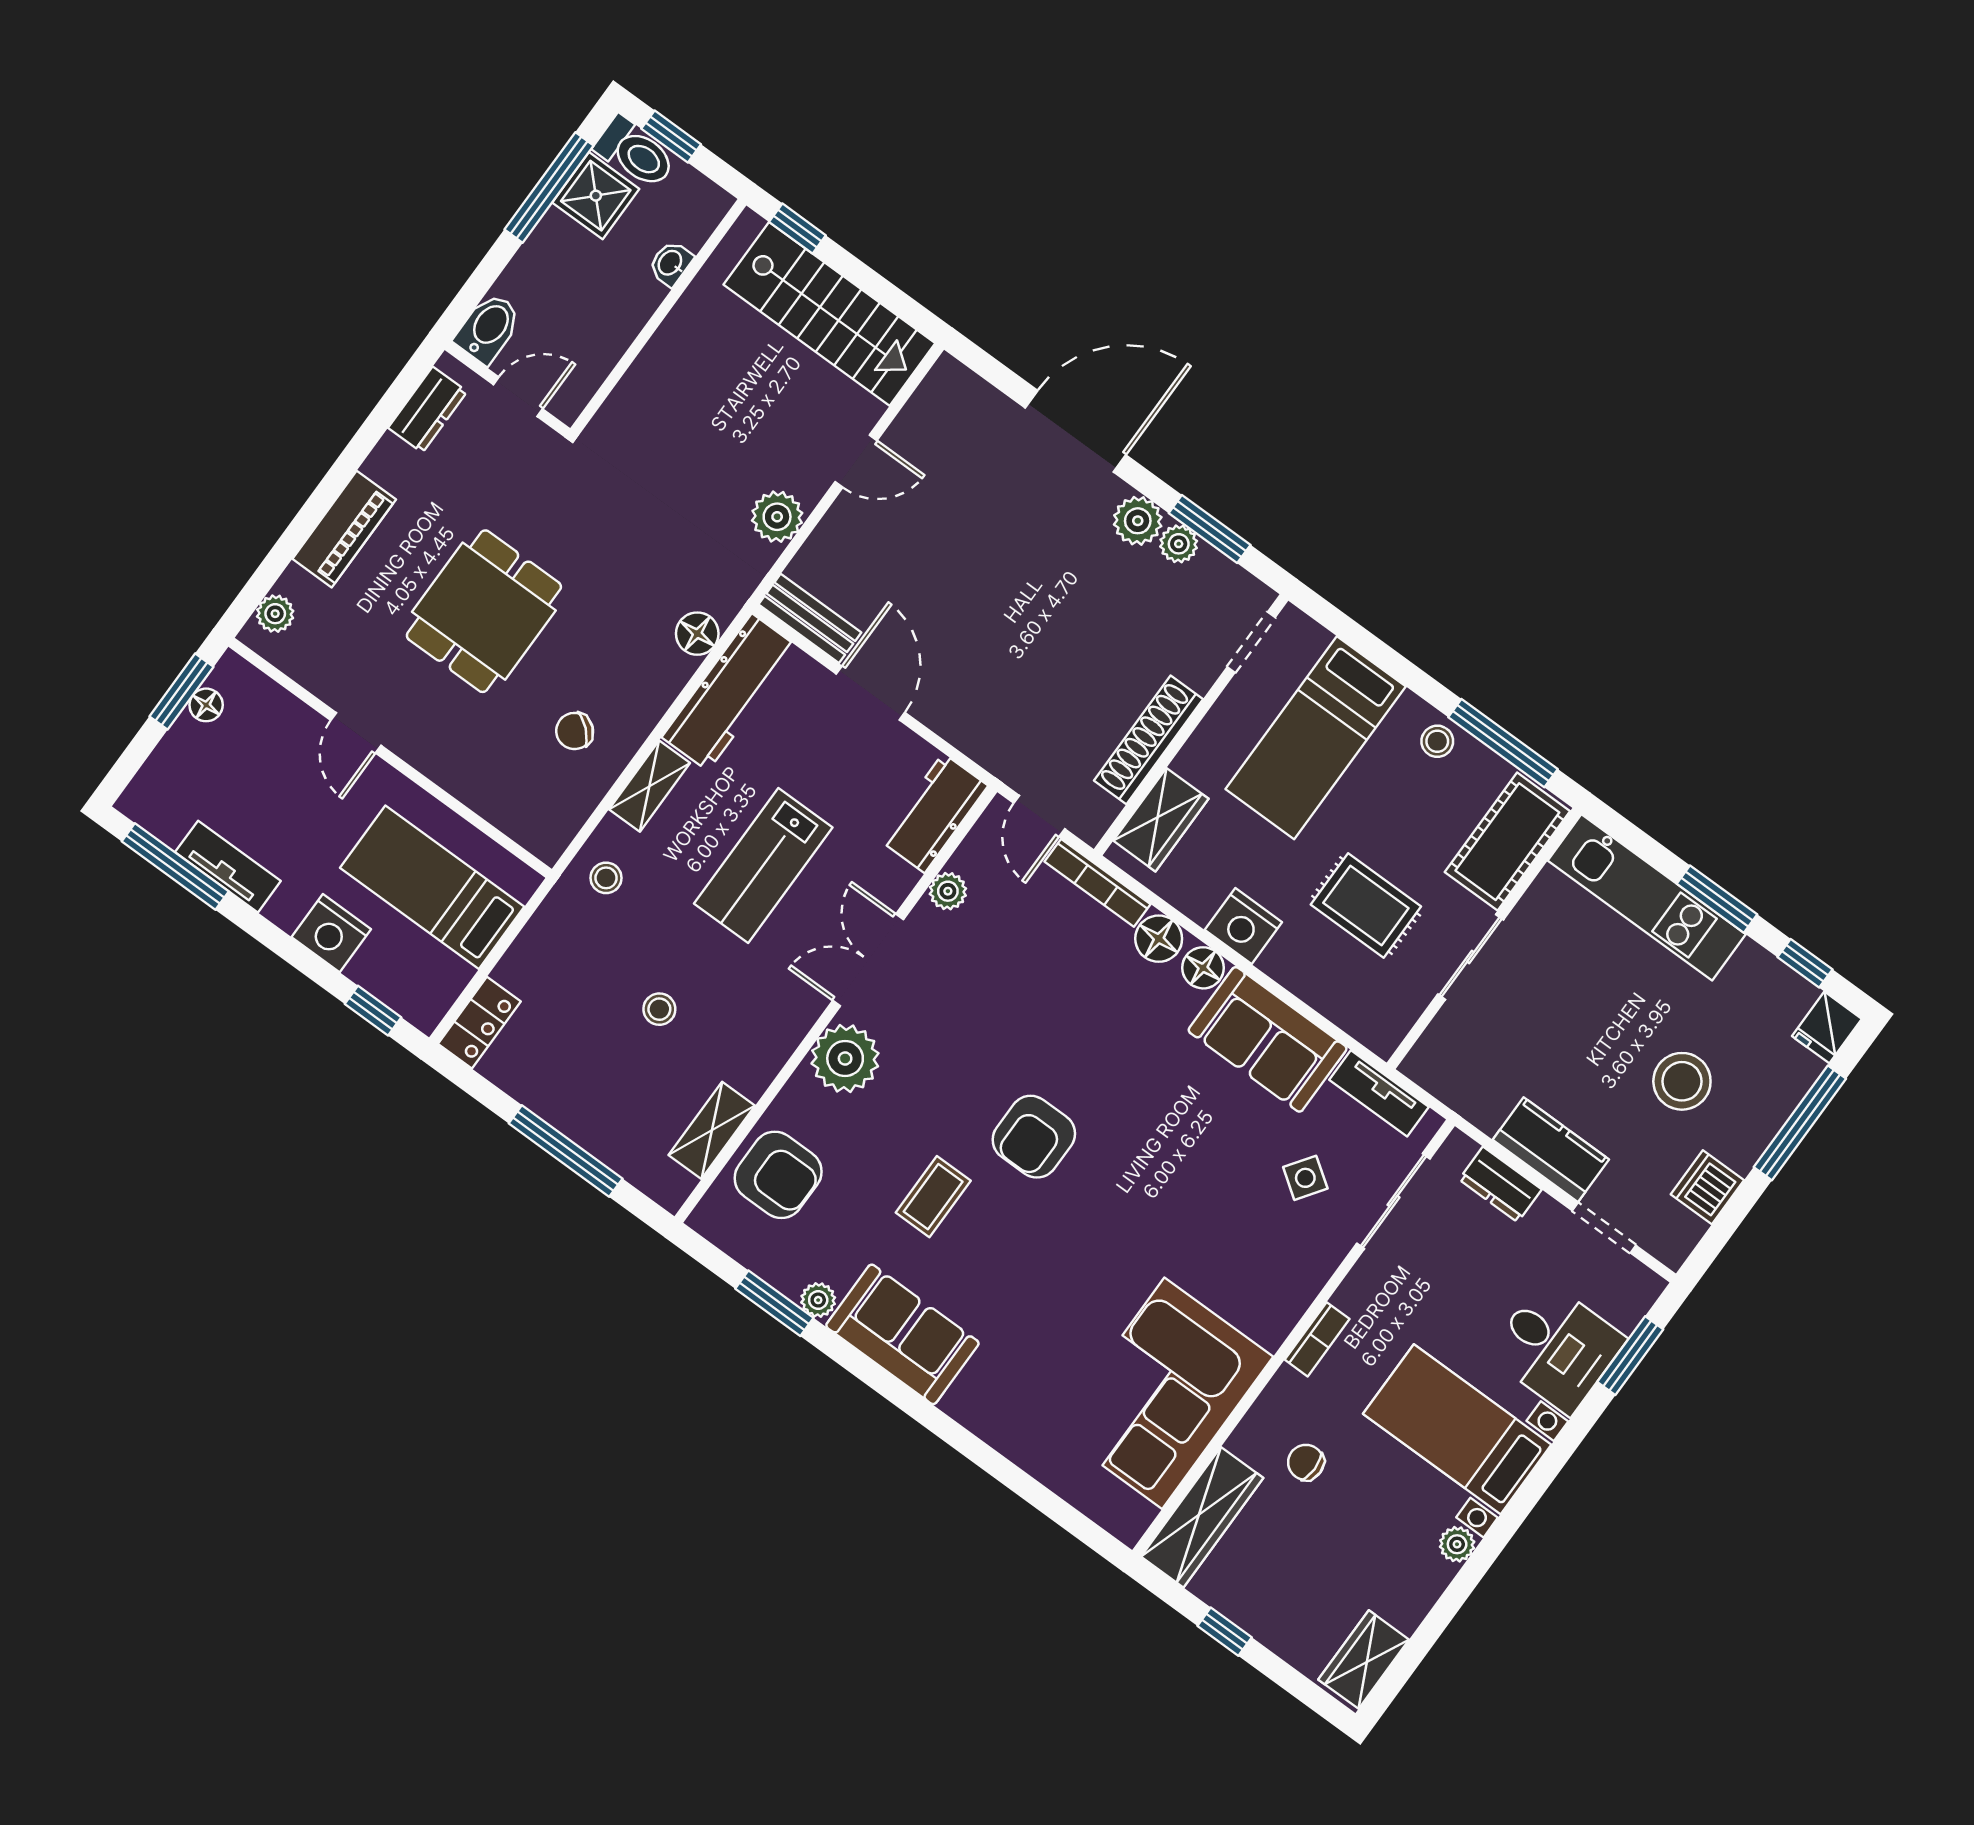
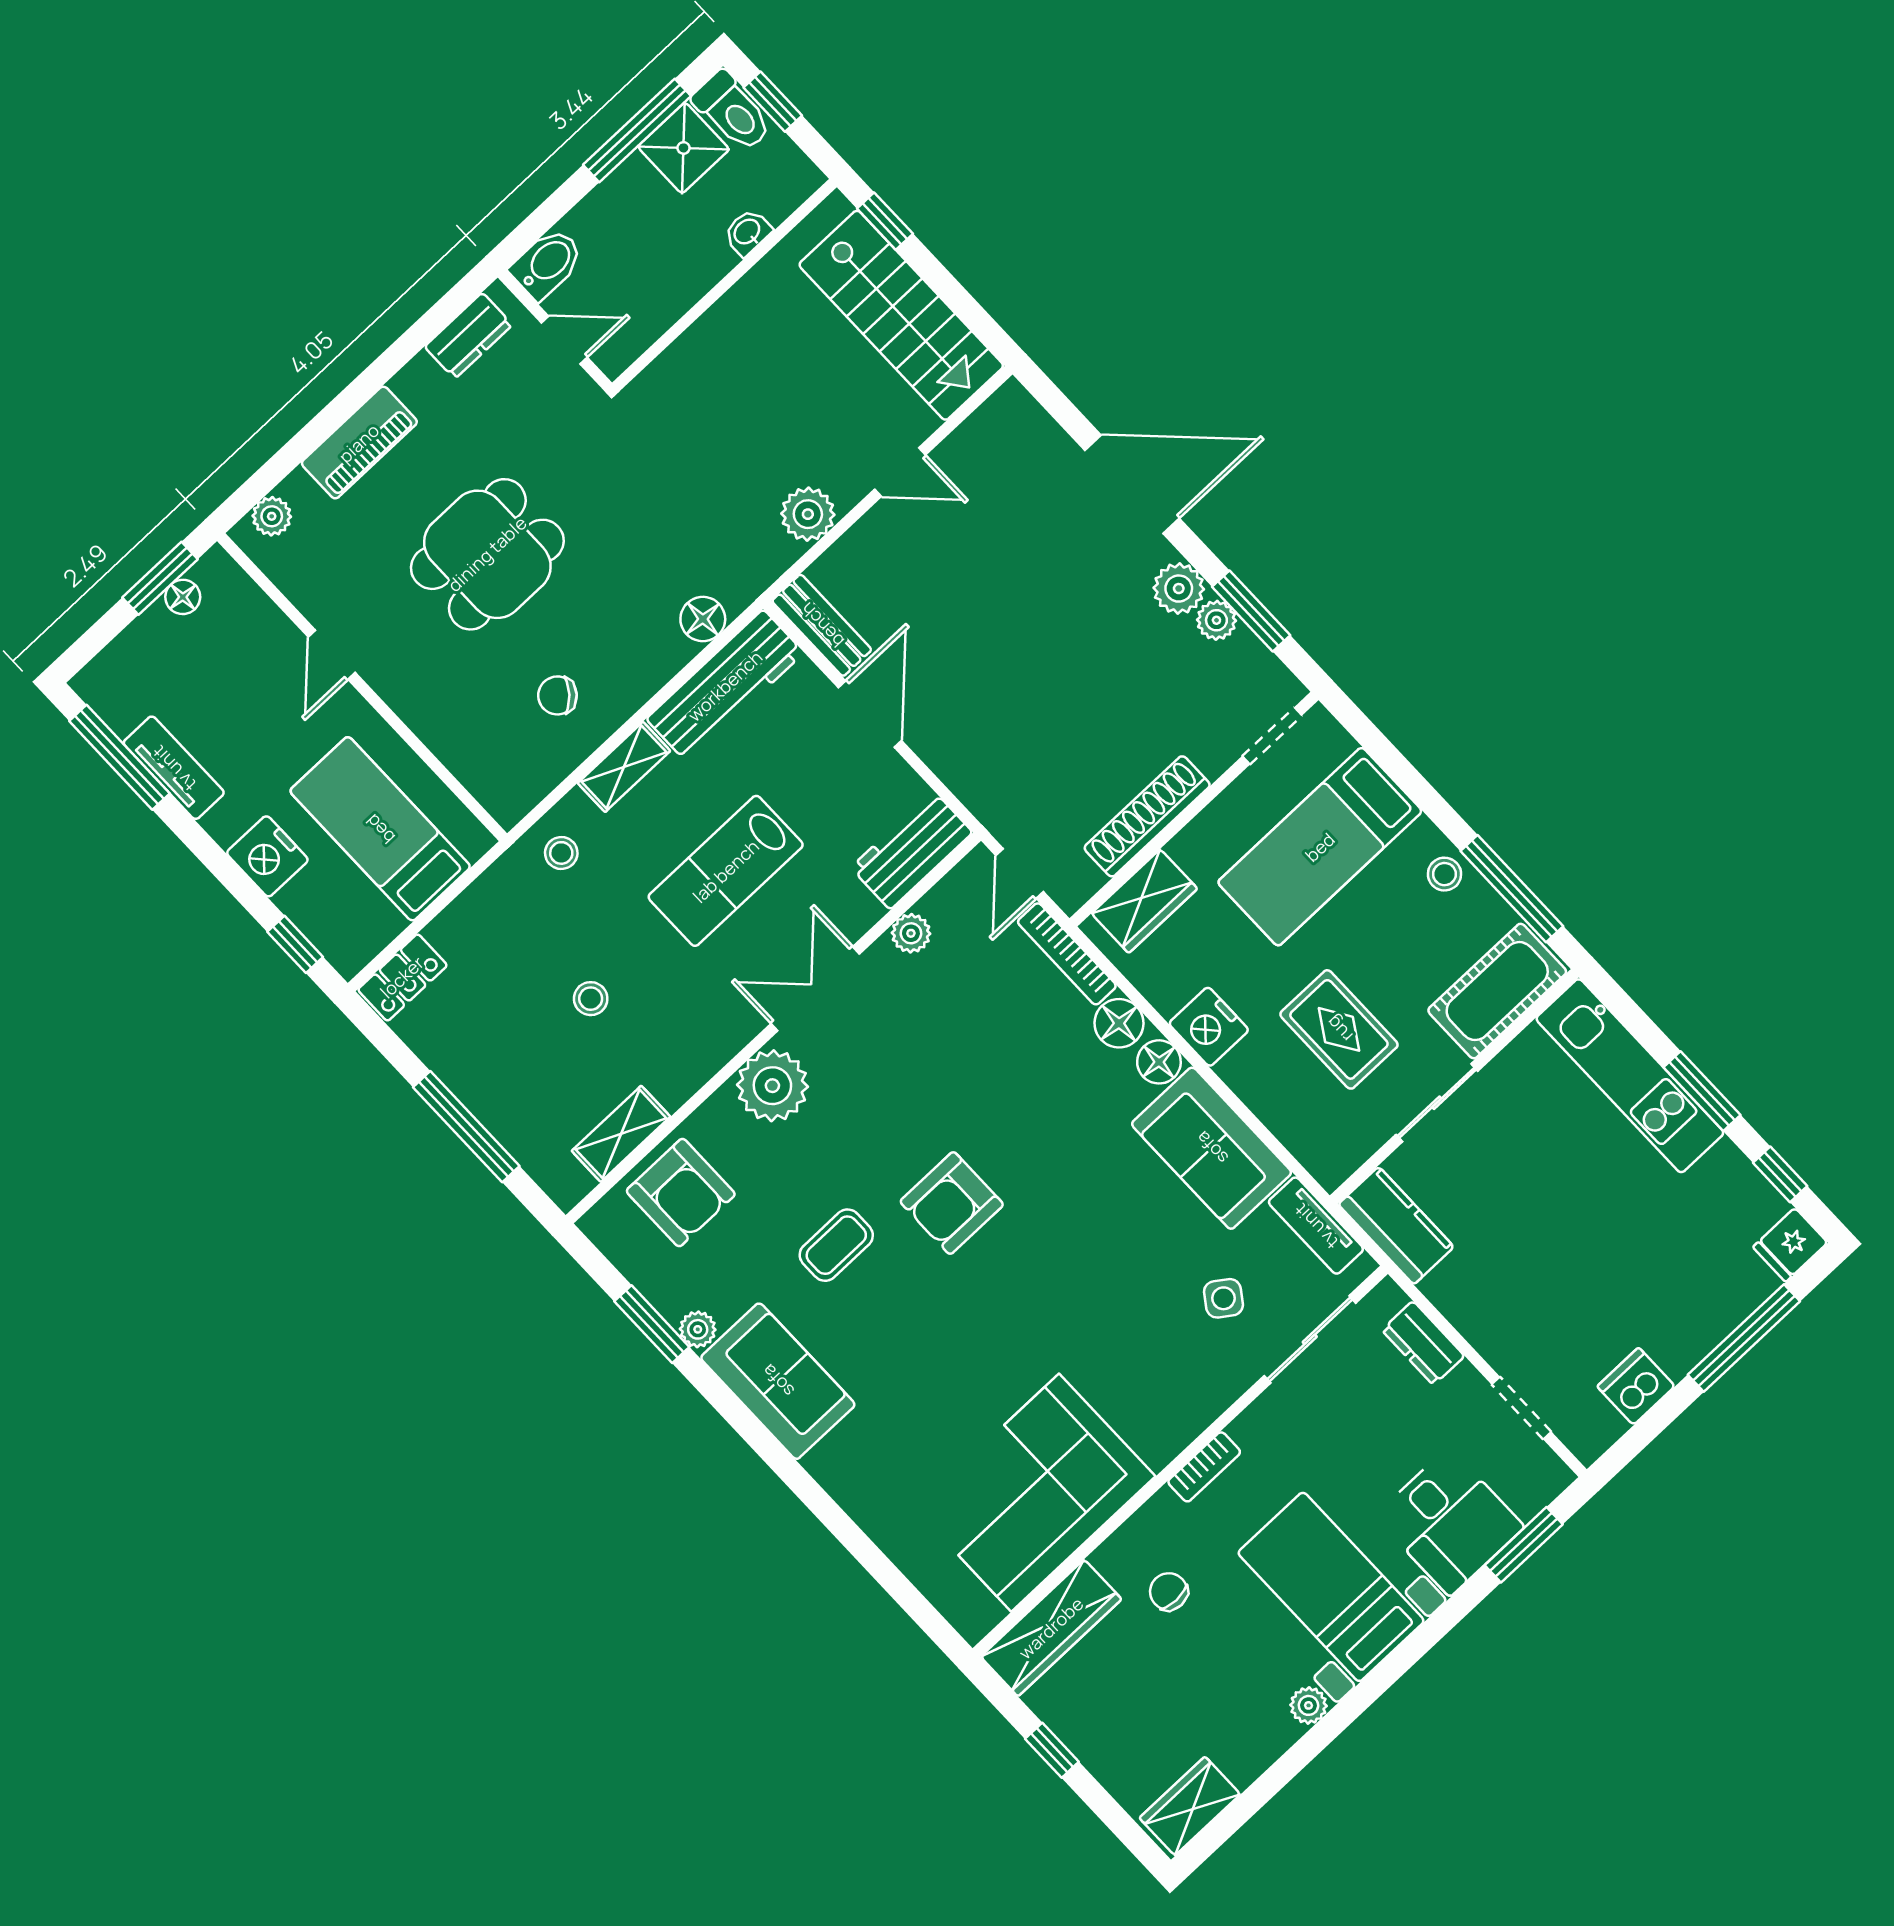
stool: (1682, 1081) -> (1630, 1272), removed
kitchen counter: (1551, 1150) -> (1396, 1226), moved

